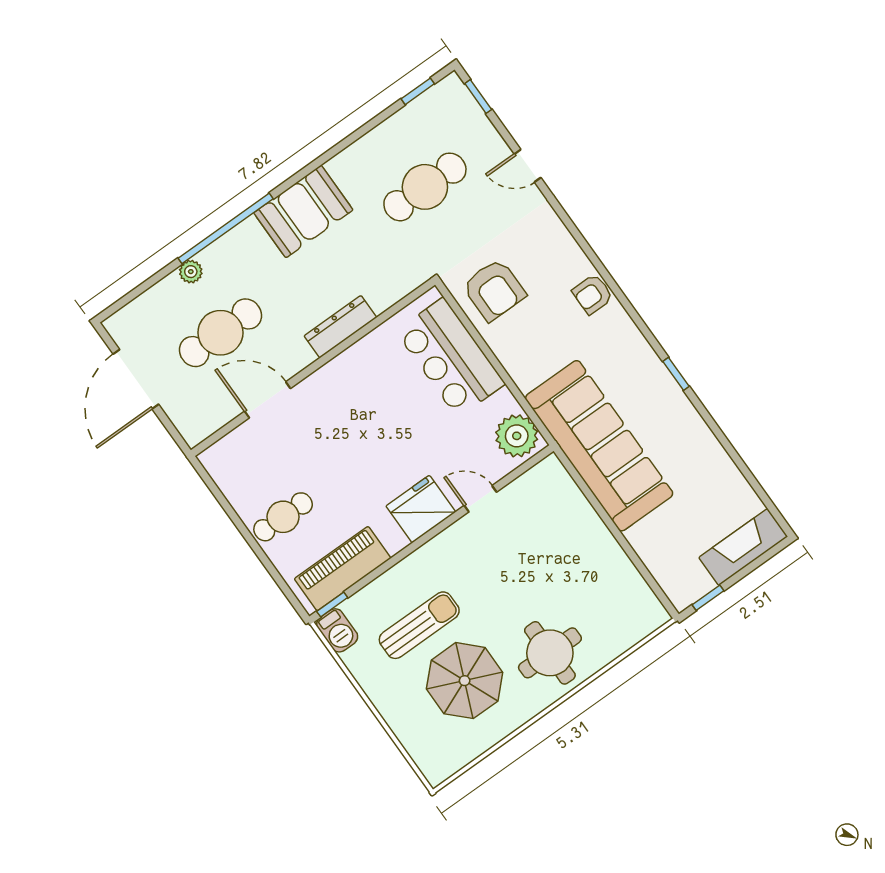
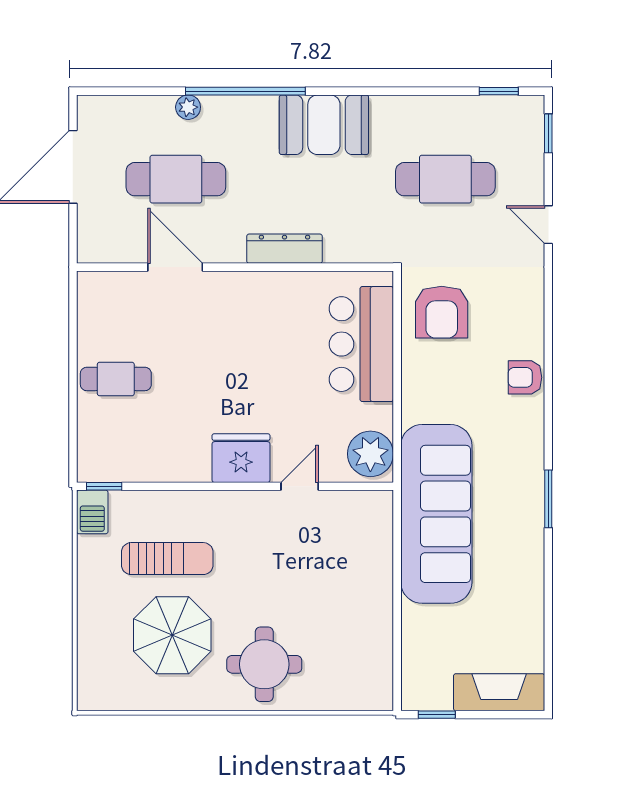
window: (676, 374) -> (548, 499), width x1.50
door: (480, 499) -> (300, 486), hinge flipped
piano: (343, 568) -> (136, 461), removed

